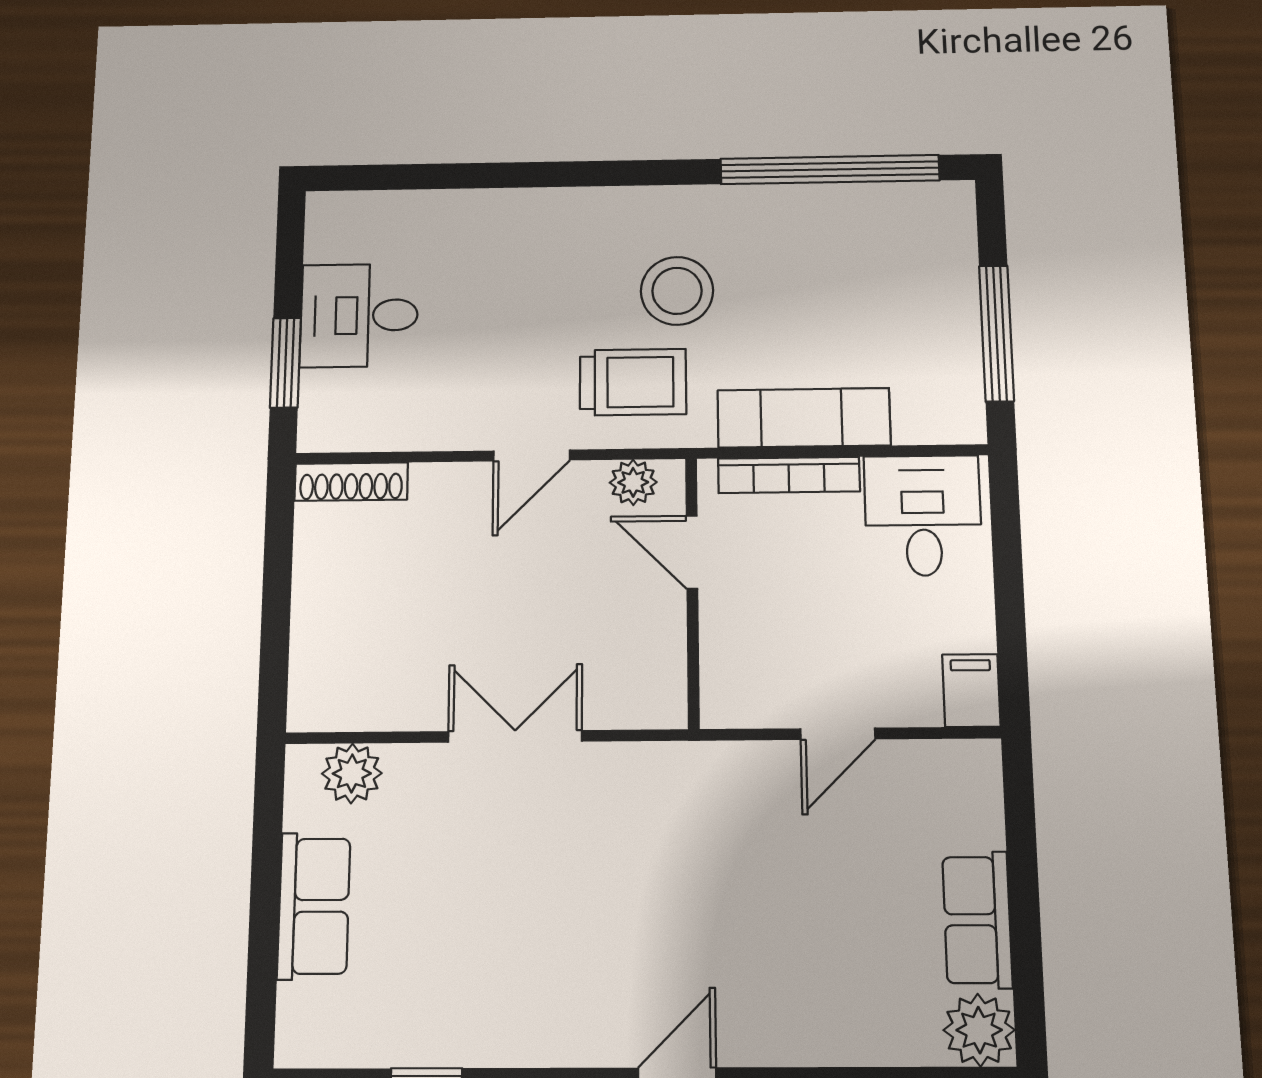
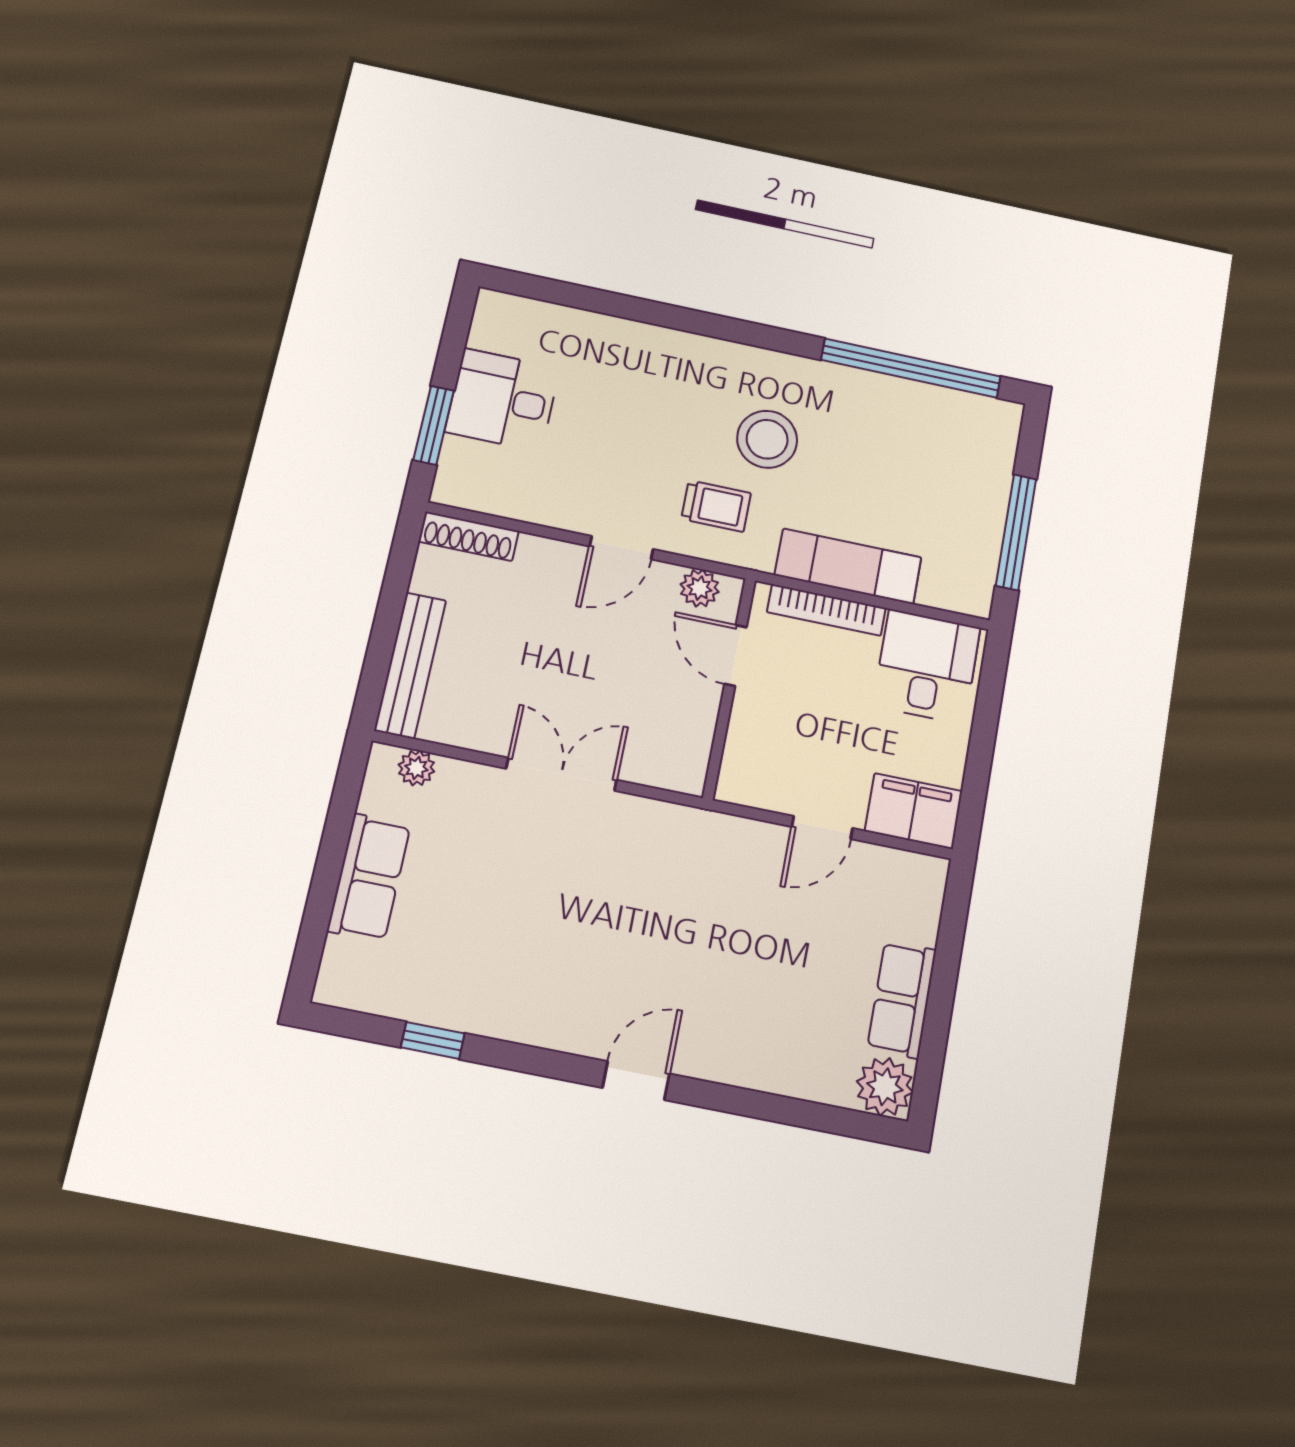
trolley: (633, 382) -> (716, 506), width x0.73, depth x0.72
bench: (313, 647) -> (410, 665), added
filing cabinet: (971, 690) -> (914, 811), width x2.00
plant: (352, 773) -> (416, 768), width x0.73, depth x0.73

